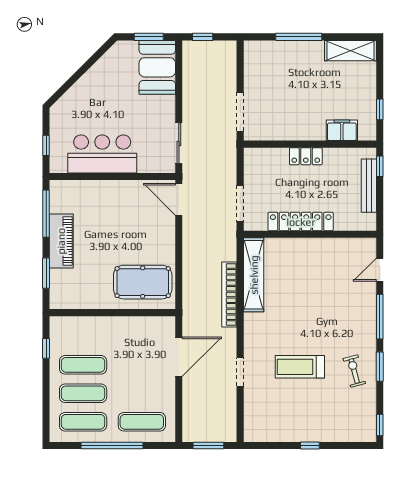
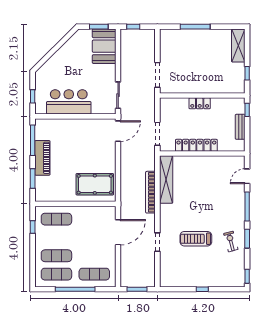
shelving: (350, 51) -> (238, 46), moved, turned 90
filing cabinet: (342, 130) -> (223, 87), removed
bench: (369, 186) -> (240, 127), width x0.73
door: (179, 199) -> (118, 131), swing flipped
exercise mat: (83, 365) -> (56, 219), moved

